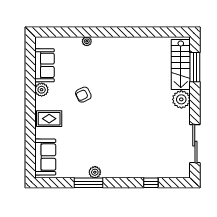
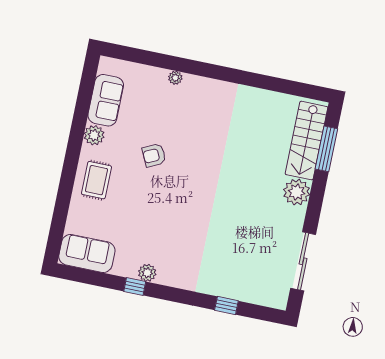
rug: (49, 119) -> (96, 180), turned 90
sofa: (45, 157) -> (87, 253), moved, turned -90
window: (89, 183) -> (135, 286), width x0.46

